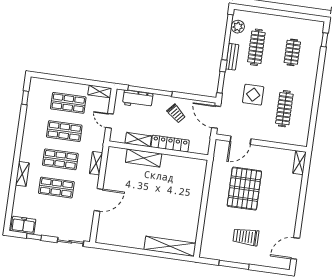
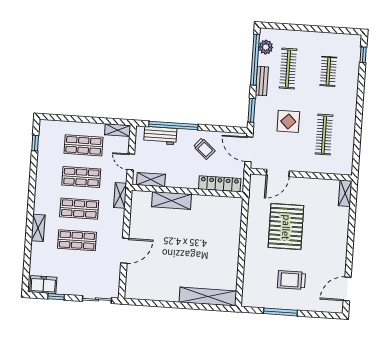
shelving: (138, 140) -> (151, 180), moved
locker: (170, 144) -> (220, 184), moved
shelving: (96, 163) -> (120, 195), moved

